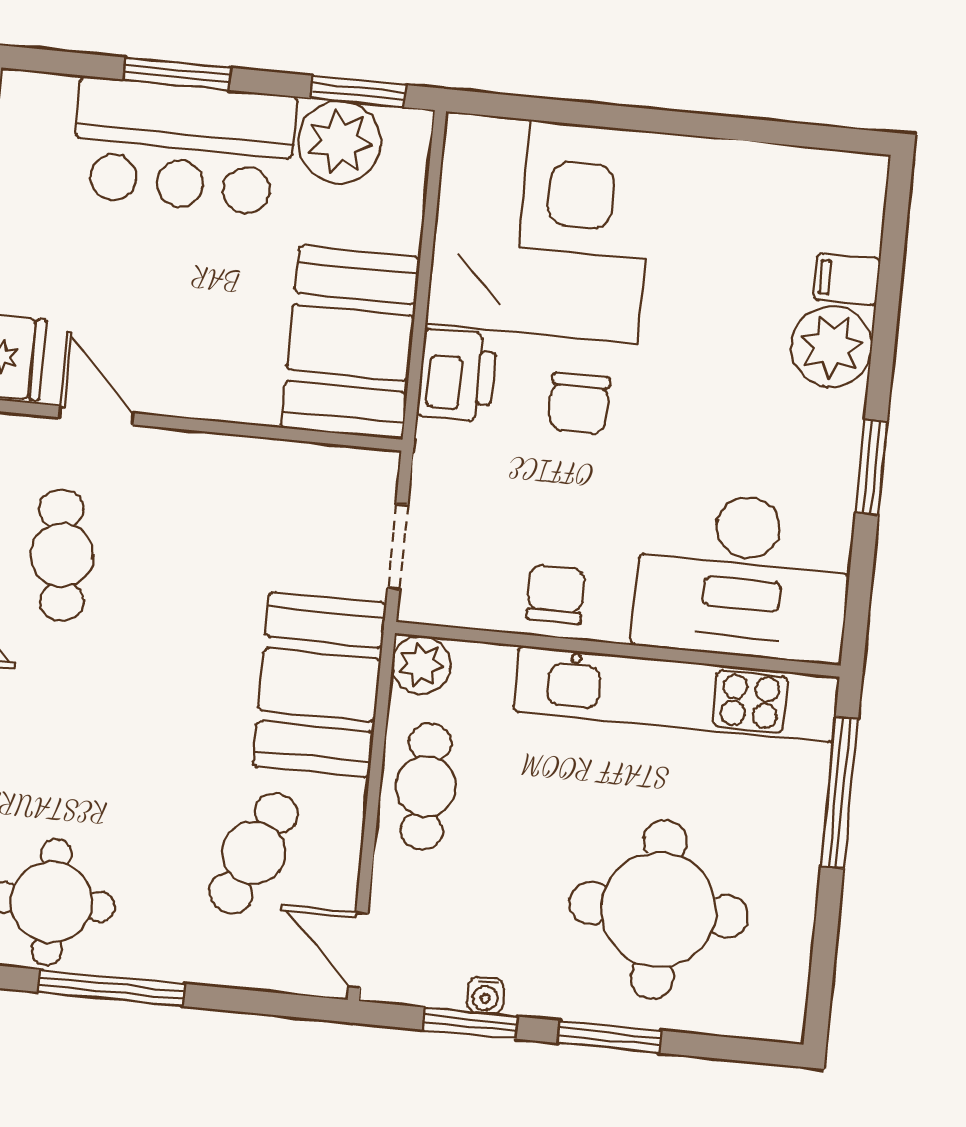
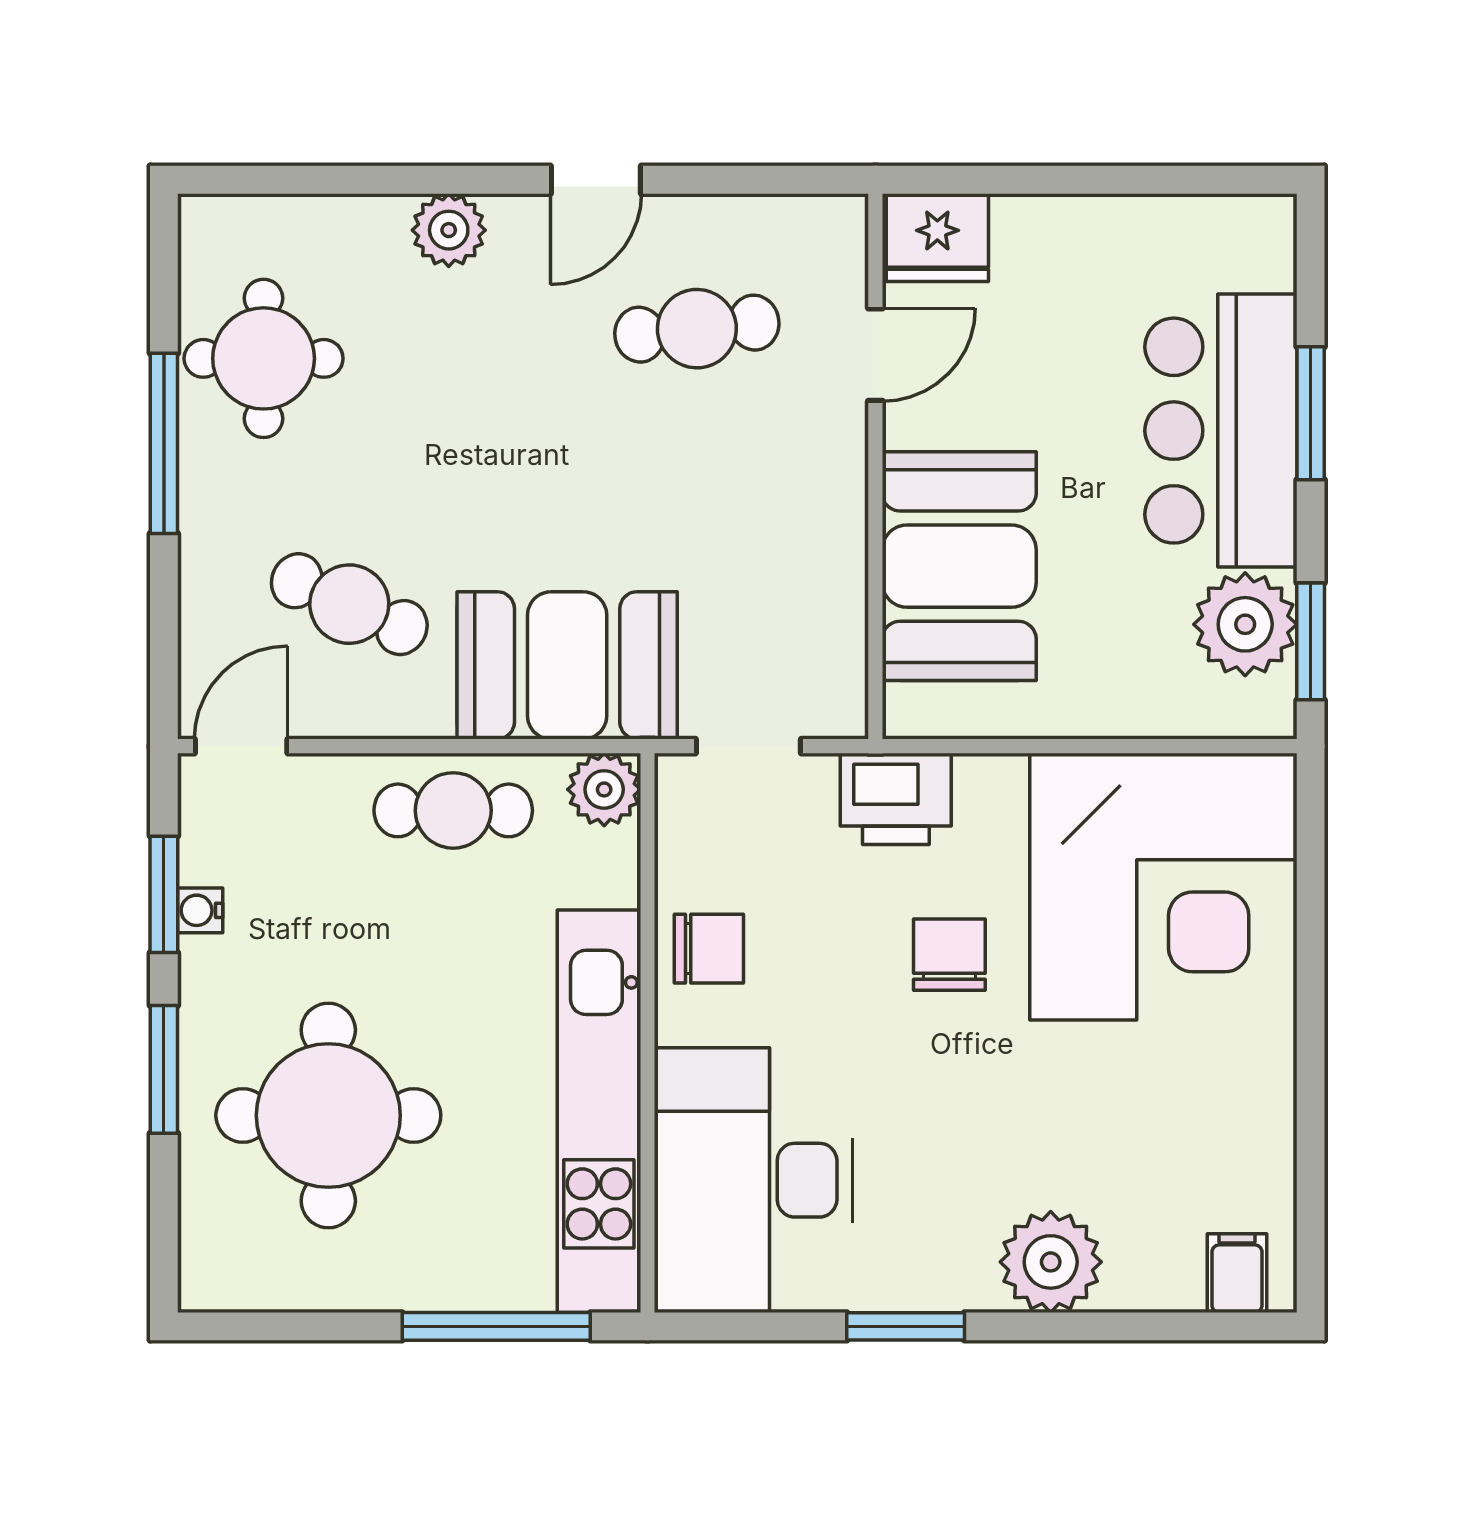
filing cabinet: (847, 279) -> (1237, 1273), moved
booth: (350, 343) -> (959, 566), moved, turned 90
printer: (457, 375) -> (896, 799), moved
chair: (579, 403) -> (949, 955), turned 90

